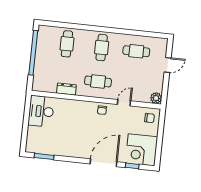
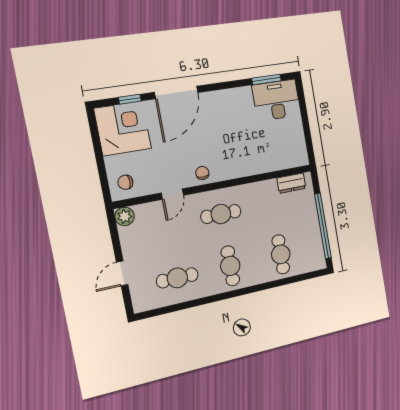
dresser: (66, 89) -> (291, 183), moved
desk: (41, 111) -> (277, 100), moved, turned -90

